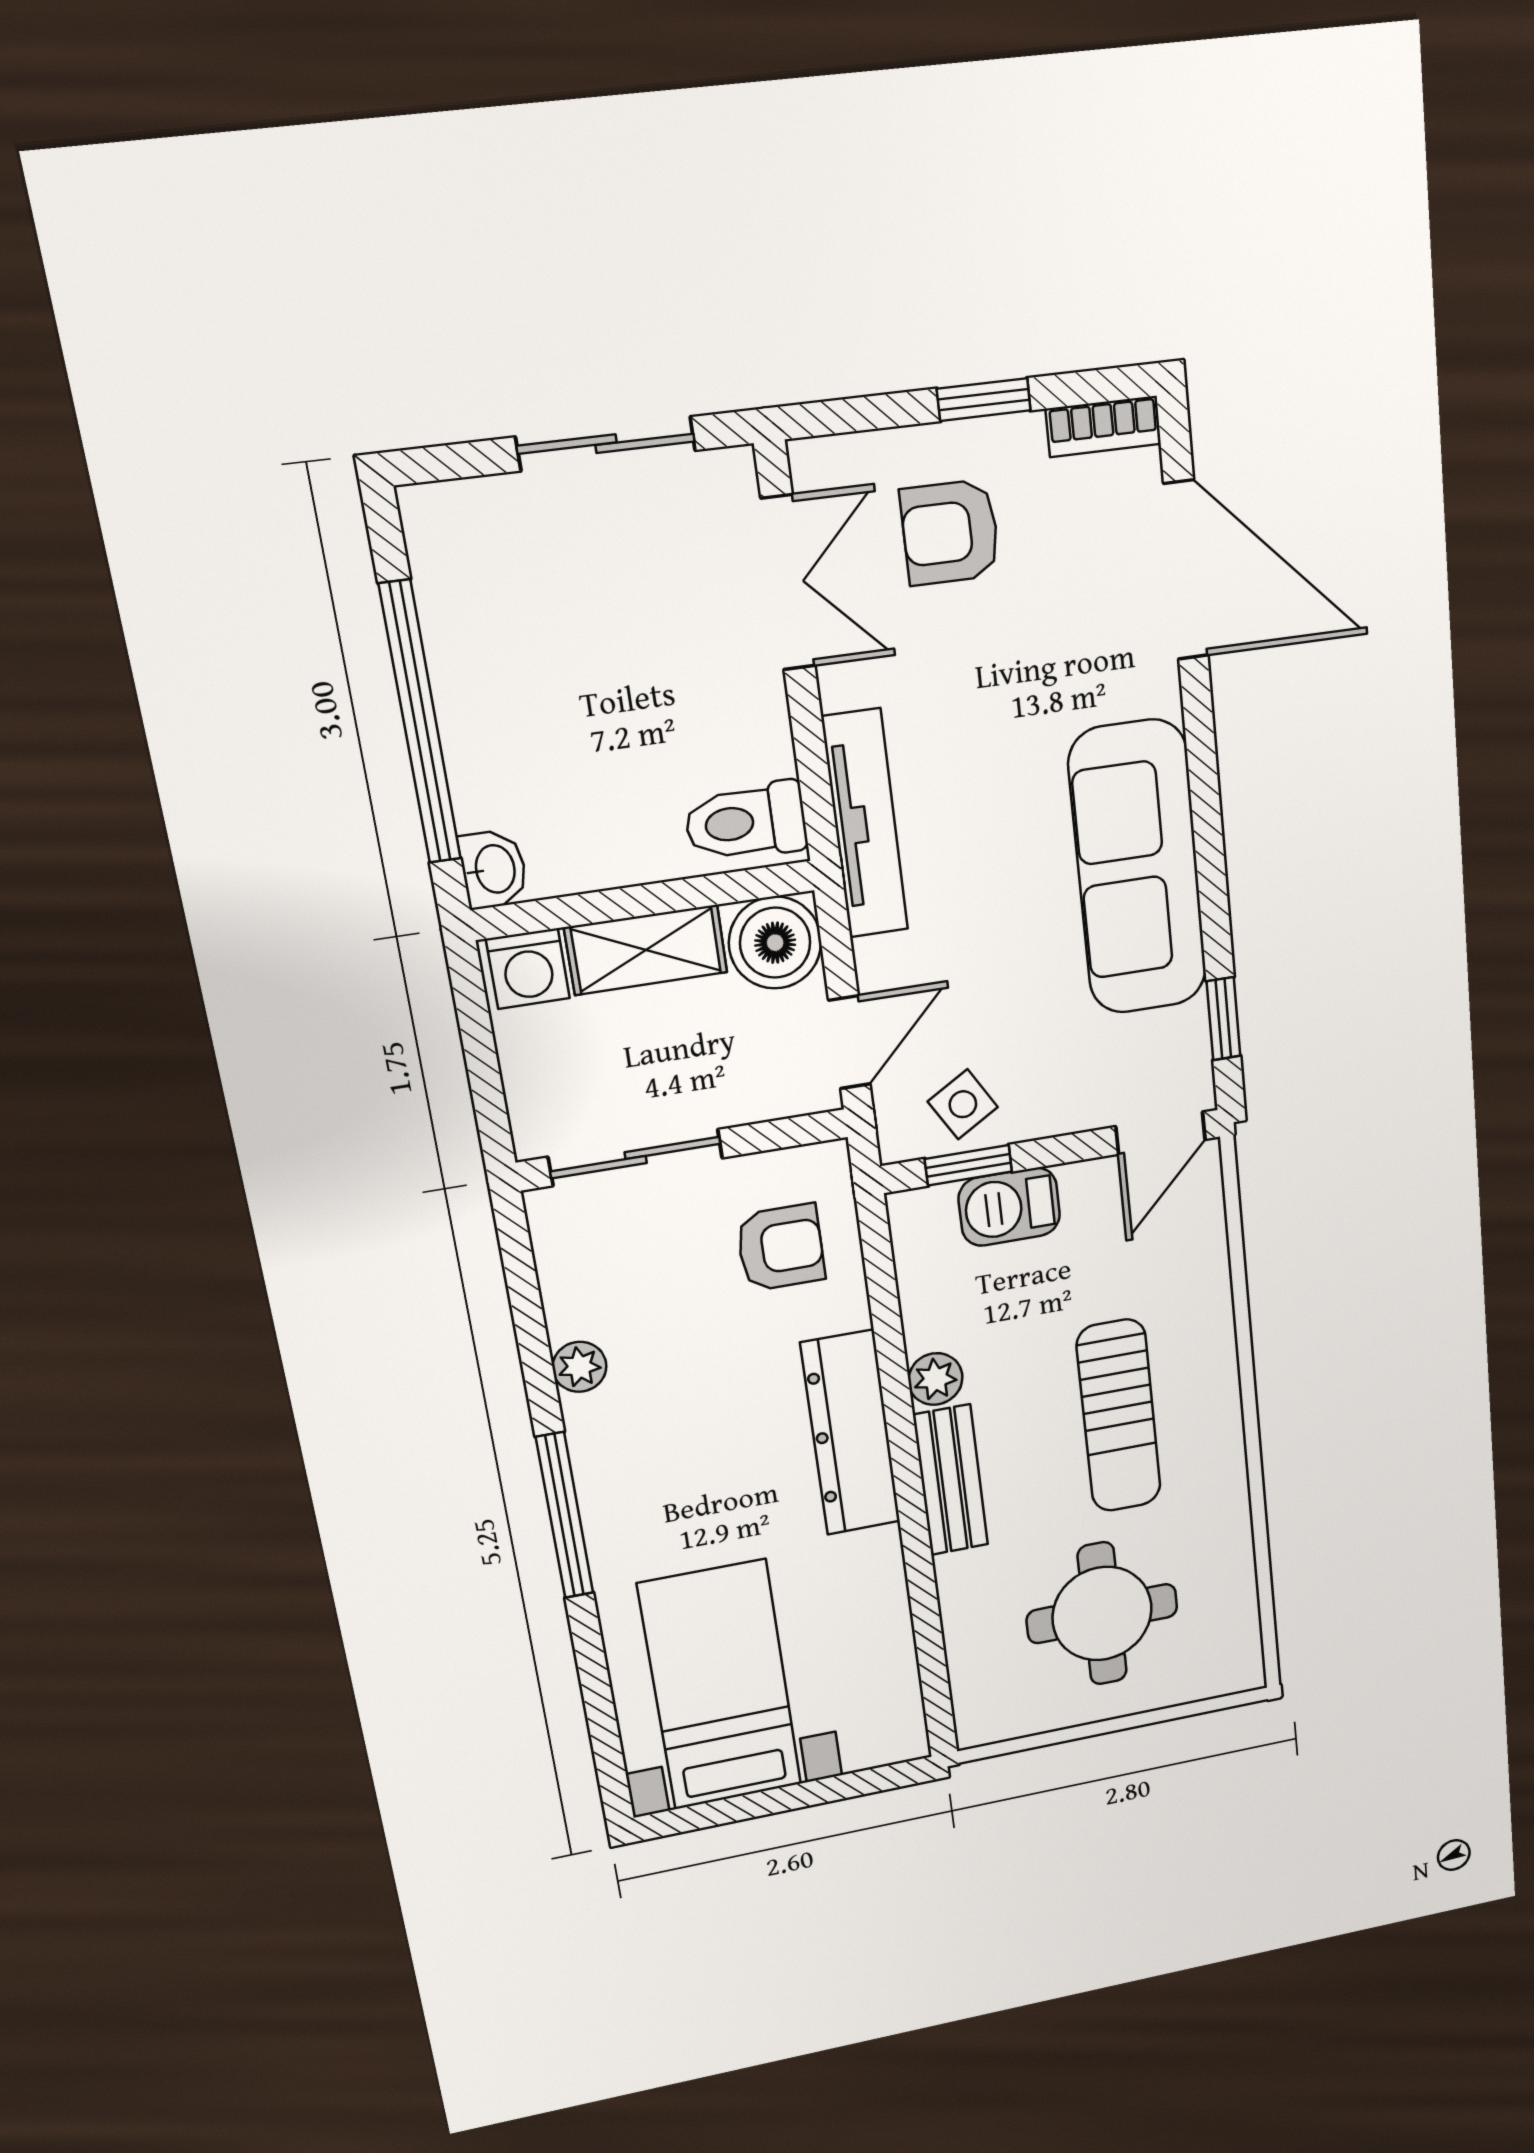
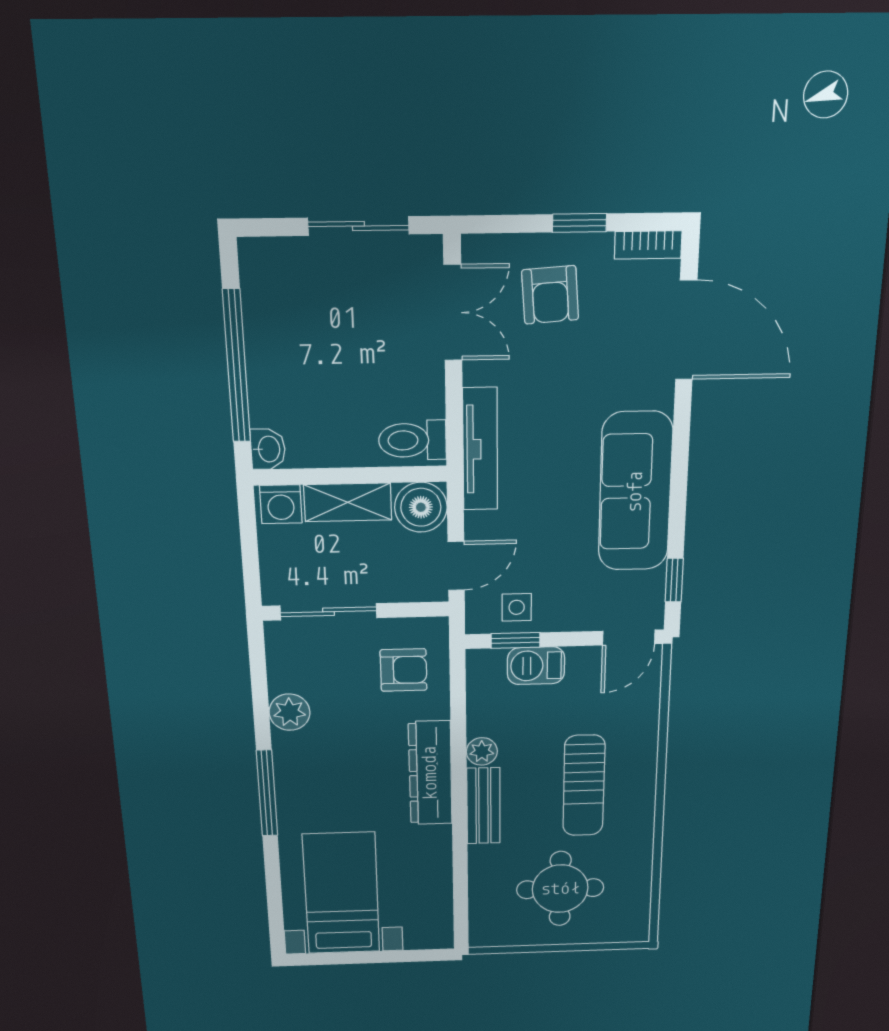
armchair: (950, 532) -> (550, 295), turned -94
side table: (963, 1104) -> (517, 607), turned 31
plant: (579, 1367) -> (290, 712), width x1.38, depth x1.38

